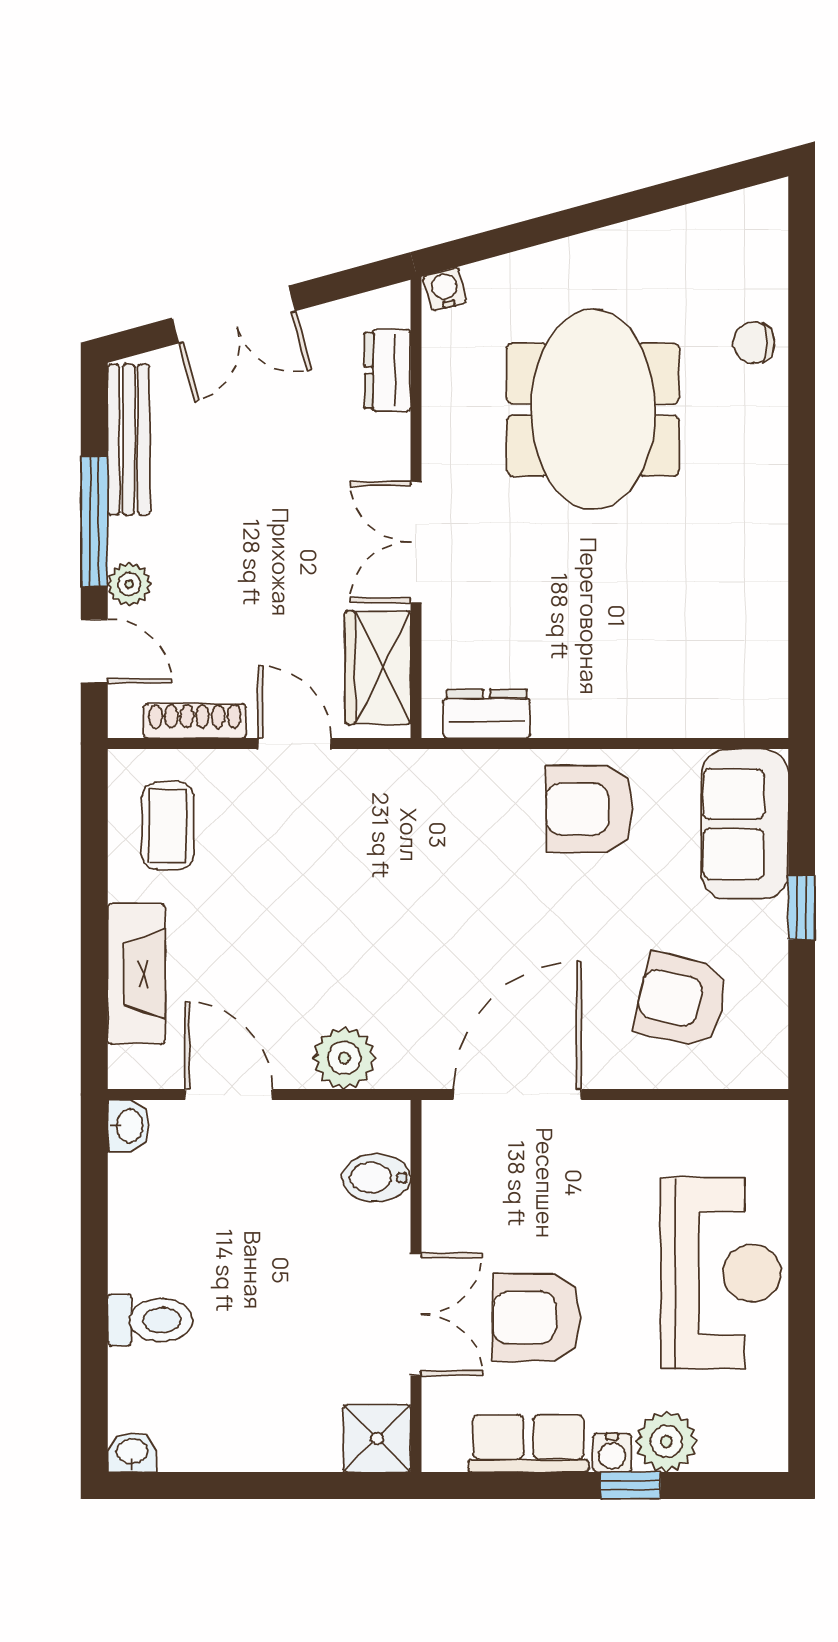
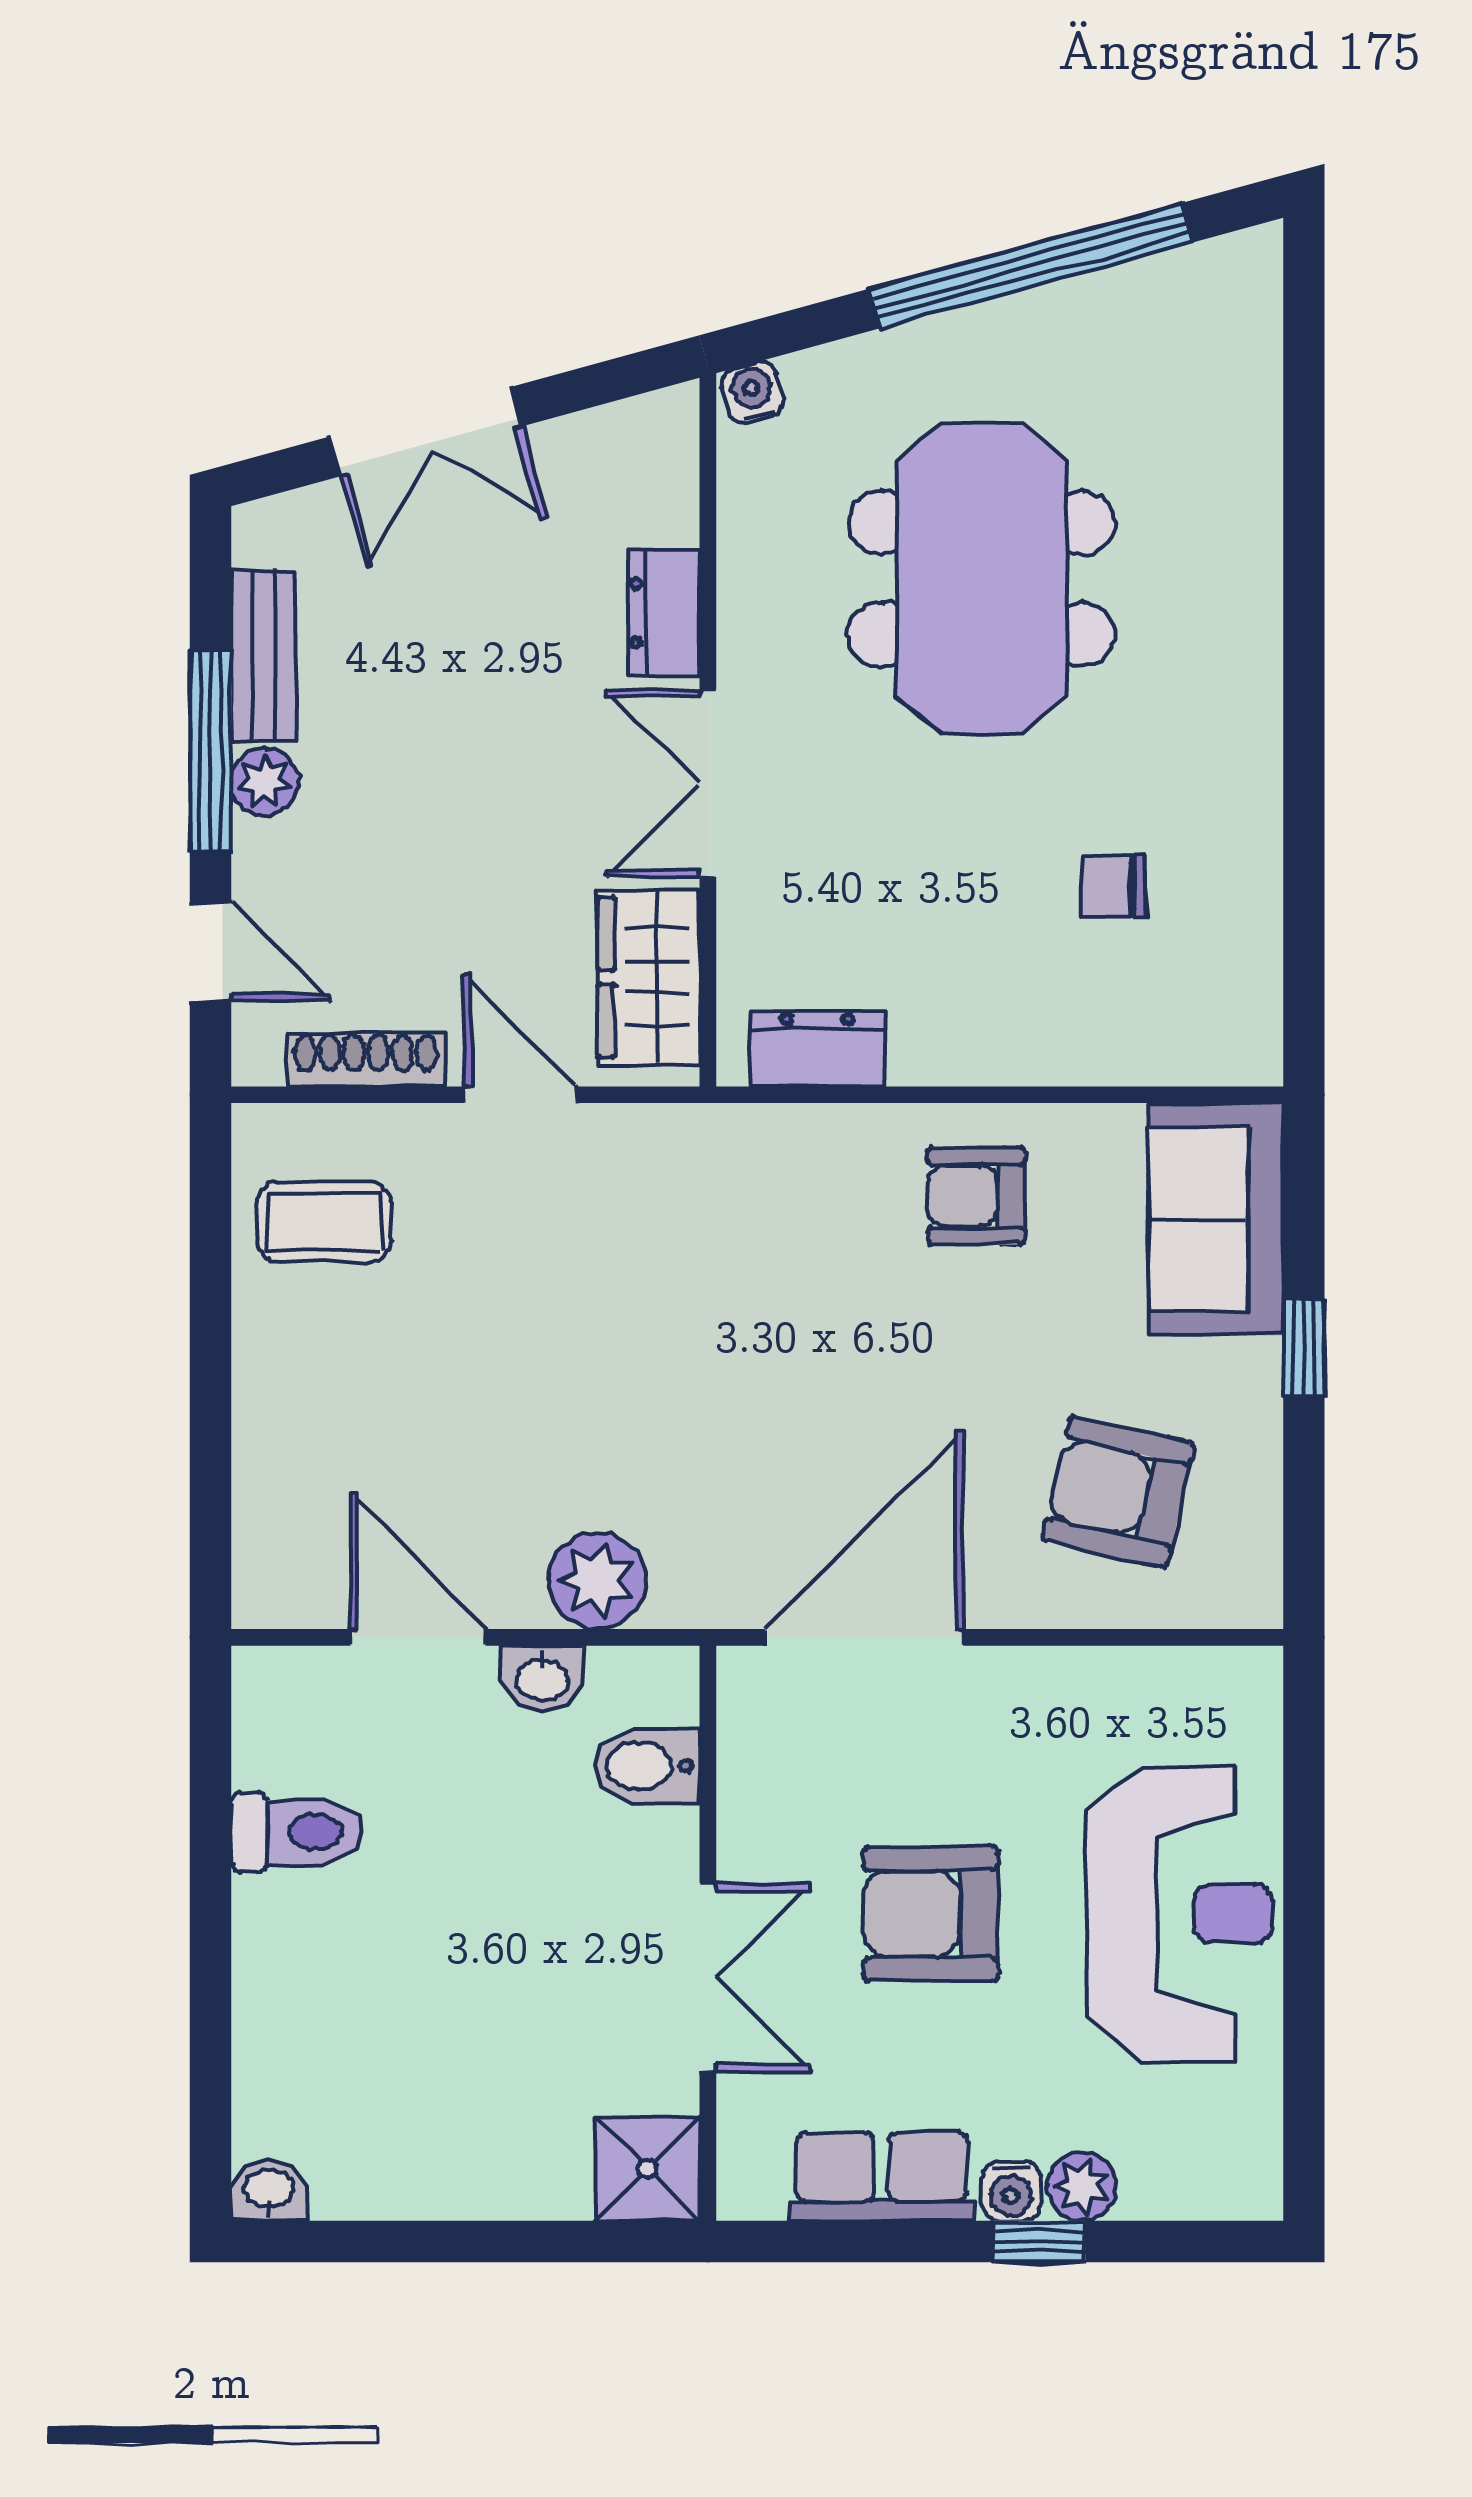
window: (625, 207) -> (1032, 265), added
chair: (754, 343) -> (1114, 887), moved
dresser: (388, 370) -> (664, 613), moved
bench: (129, 440) -> (264, 656), width x0.73
plant: (129, 584) -> (265, 782), moved
armchair: (589, 809) -> (976, 1196), width x0.72, depth x0.72
coffee table: (168, 826) -> (324, 1222), turned 90
fireplace: (136, 974) -> (276, 1451), removed
washbasin: (128, 1126) -> (542, 1678), moved, turned 90
armchair: (537, 1317) -> (931, 1914), moved
toilet: (150, 1320) -> (297, 1832), moved
plant: (666, 1442) -> (1082, 2187), width x0.73, depth x0.73

